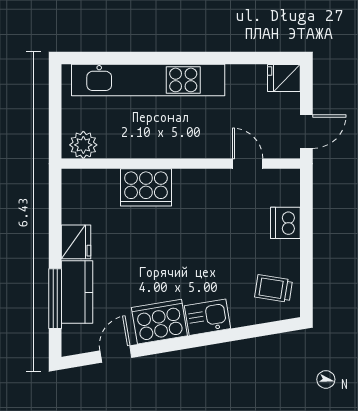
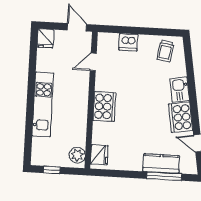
kitchen unit: (148, 80) -> (43, 104), width x0.73
window: (55, 102) -> (52, 170), added
cooker: (146, 187) -> (104, 106), moved
fridge: (76, 242) -> (99, 155), moved, turned 90

